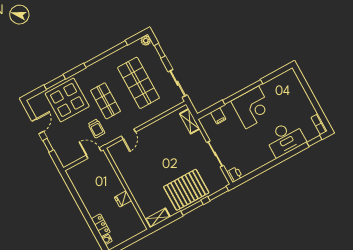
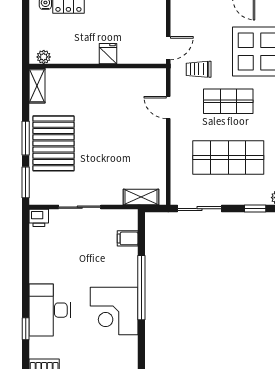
corner desk: (252, 108) -> (114, 311), moved
window: (314, 141) -> (26, 329), moved
fridge: (123, 199) -> (108, 54), moved
plant: (139, 223) -> (44, 57), added

